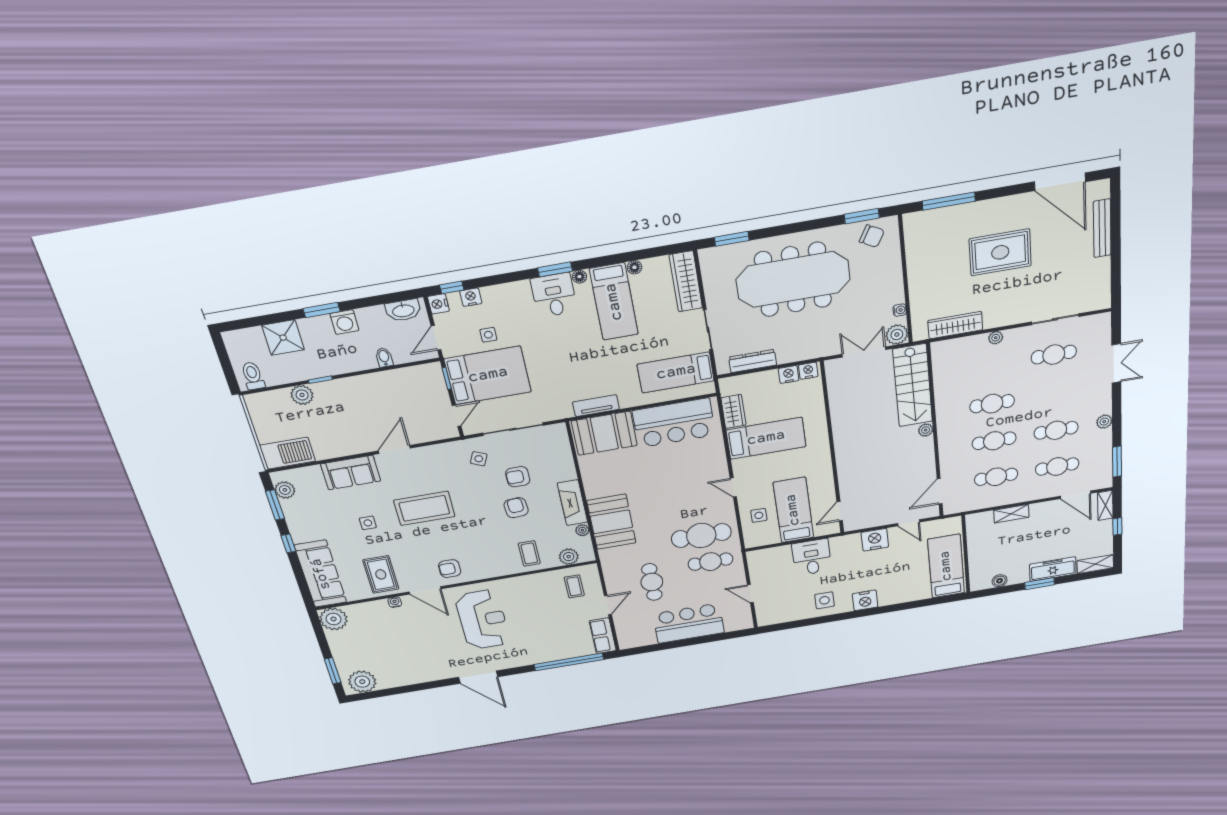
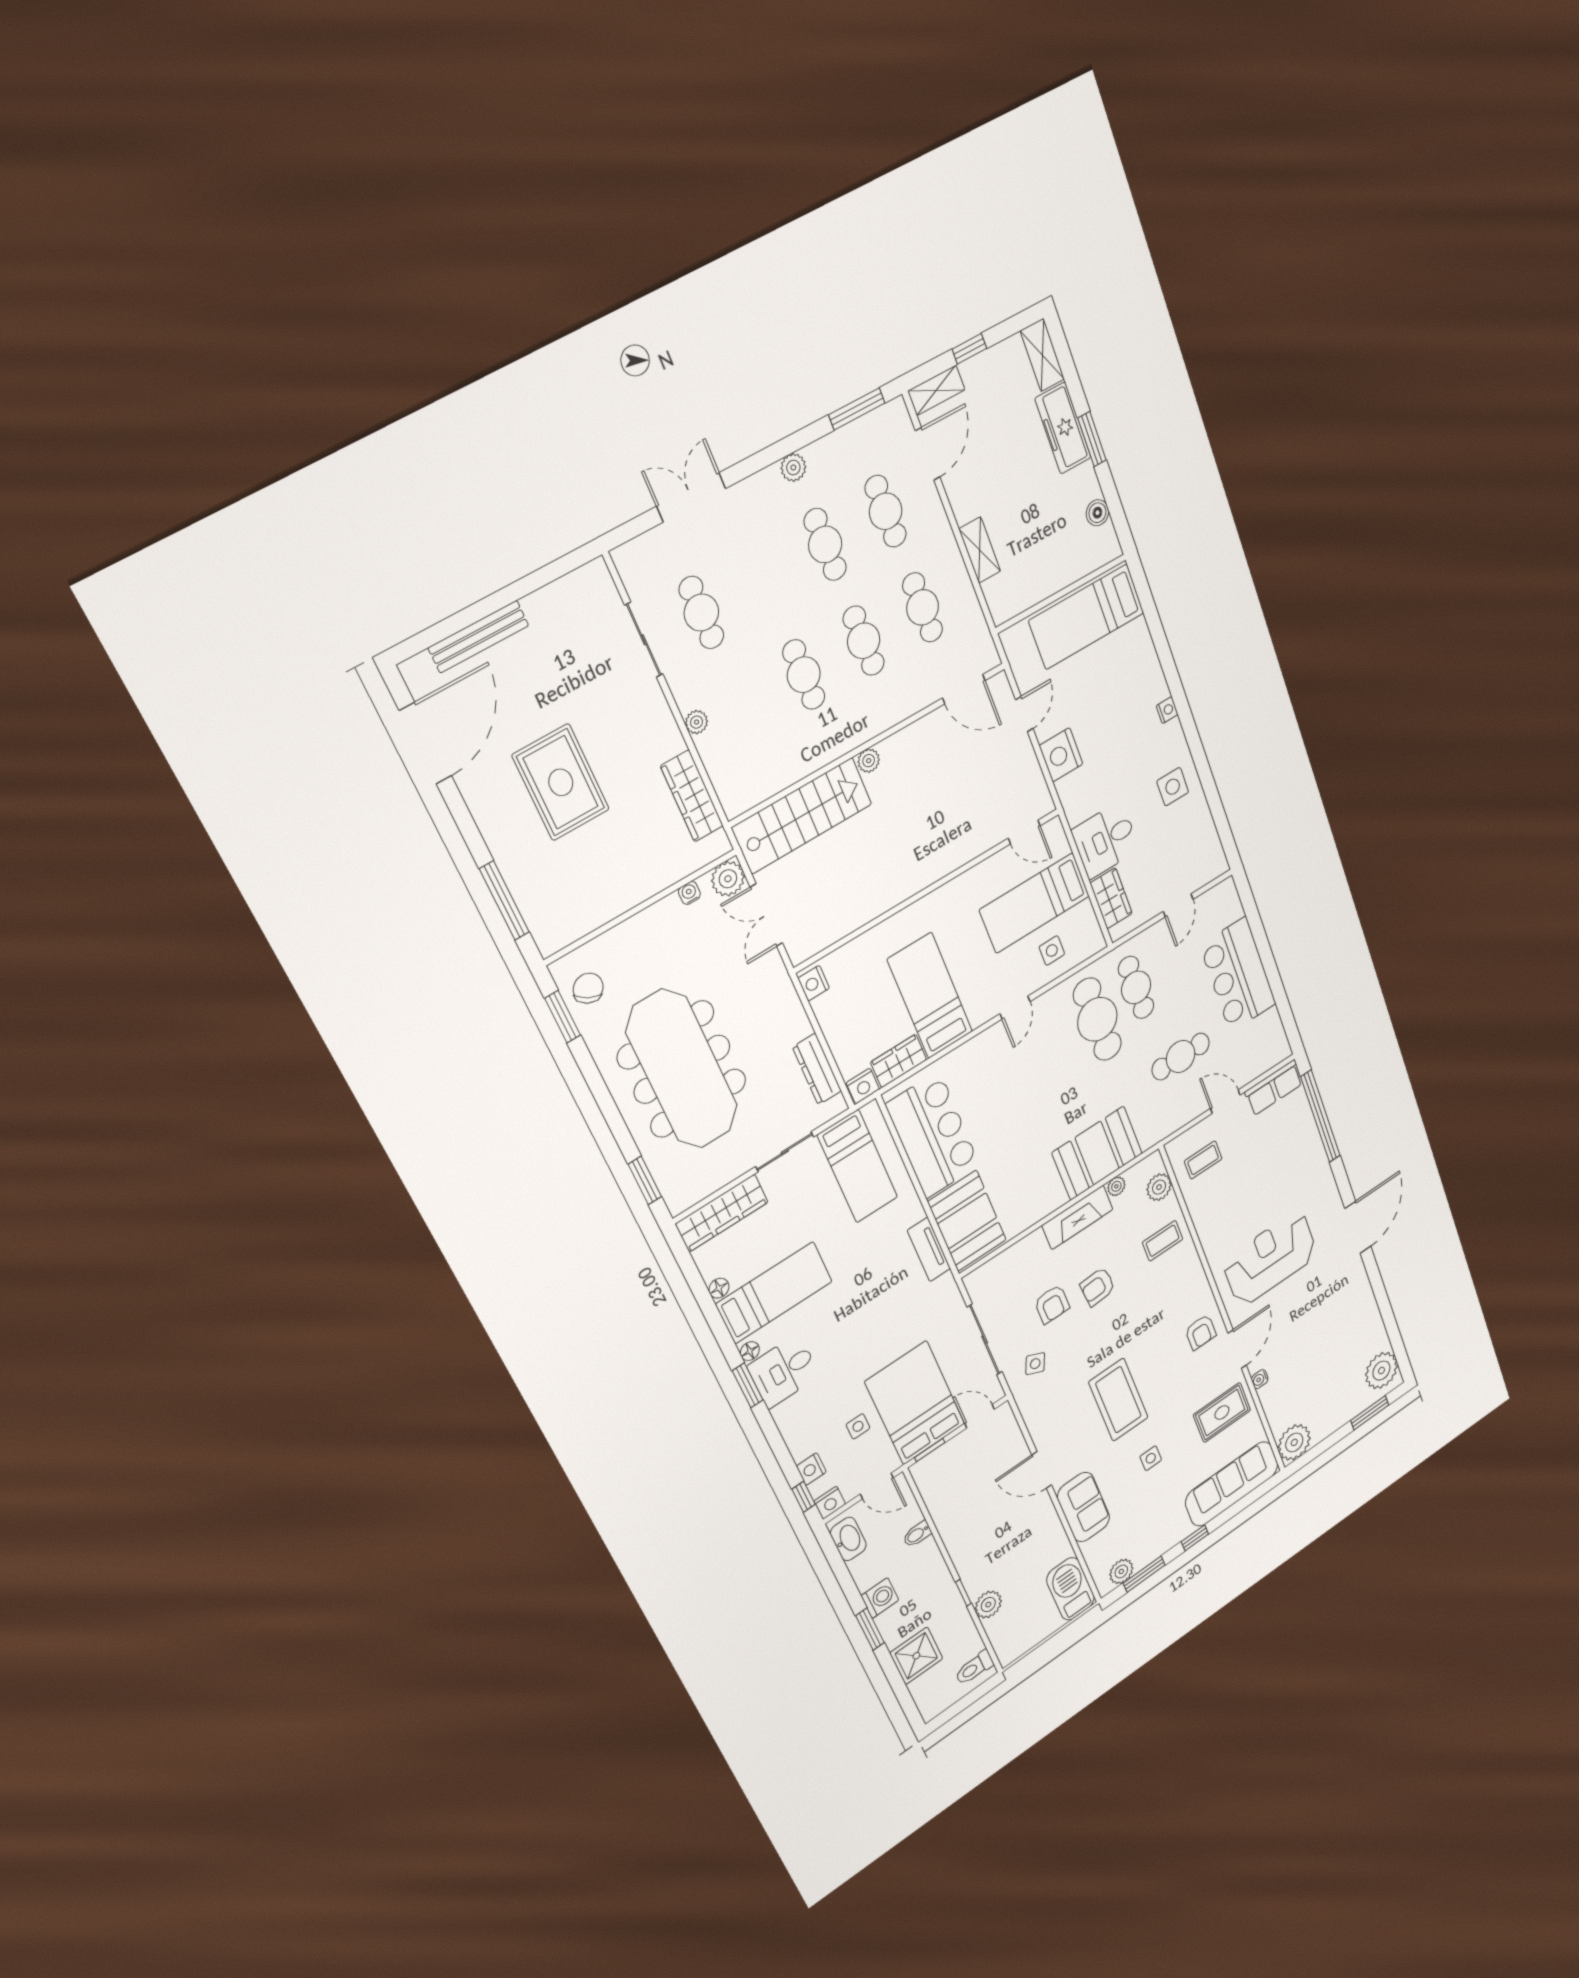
nightstand: (789, 374) -> (863, 1086), moved, turned -90
wardrobe: (774, 555) -> (1111, 898), added
nightstand: (865, 600) -> (1167, 710), width x0.53, depth x0.56

